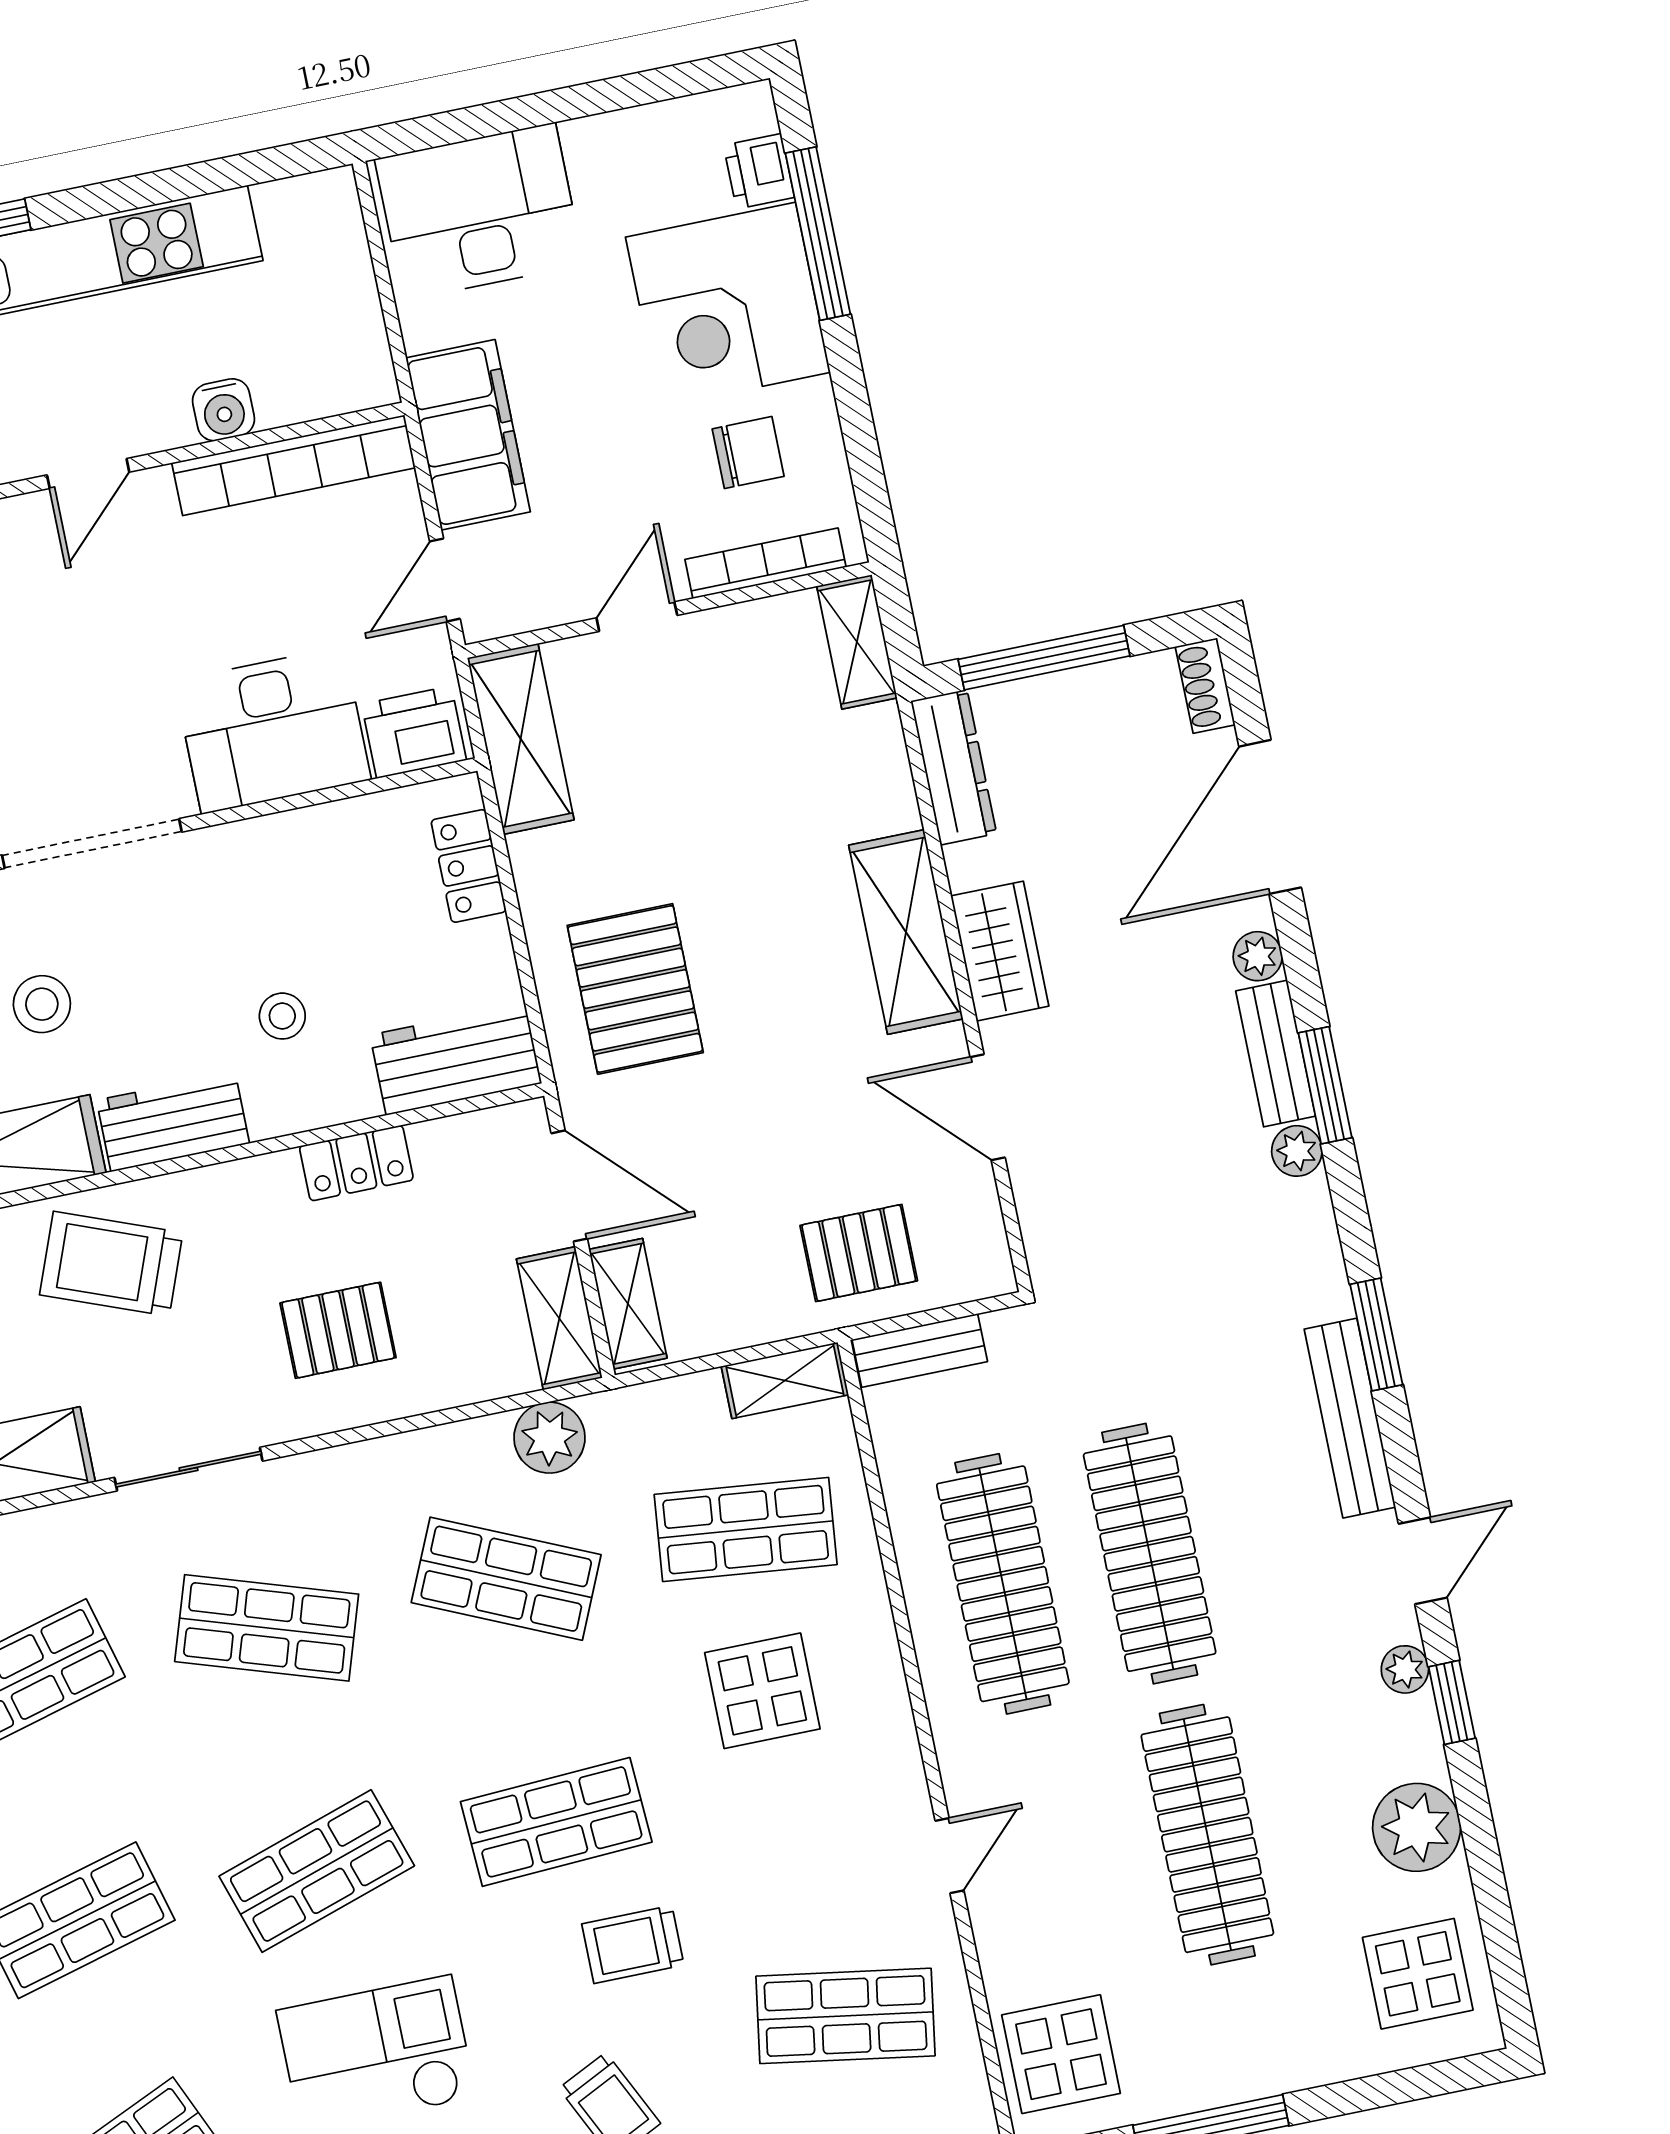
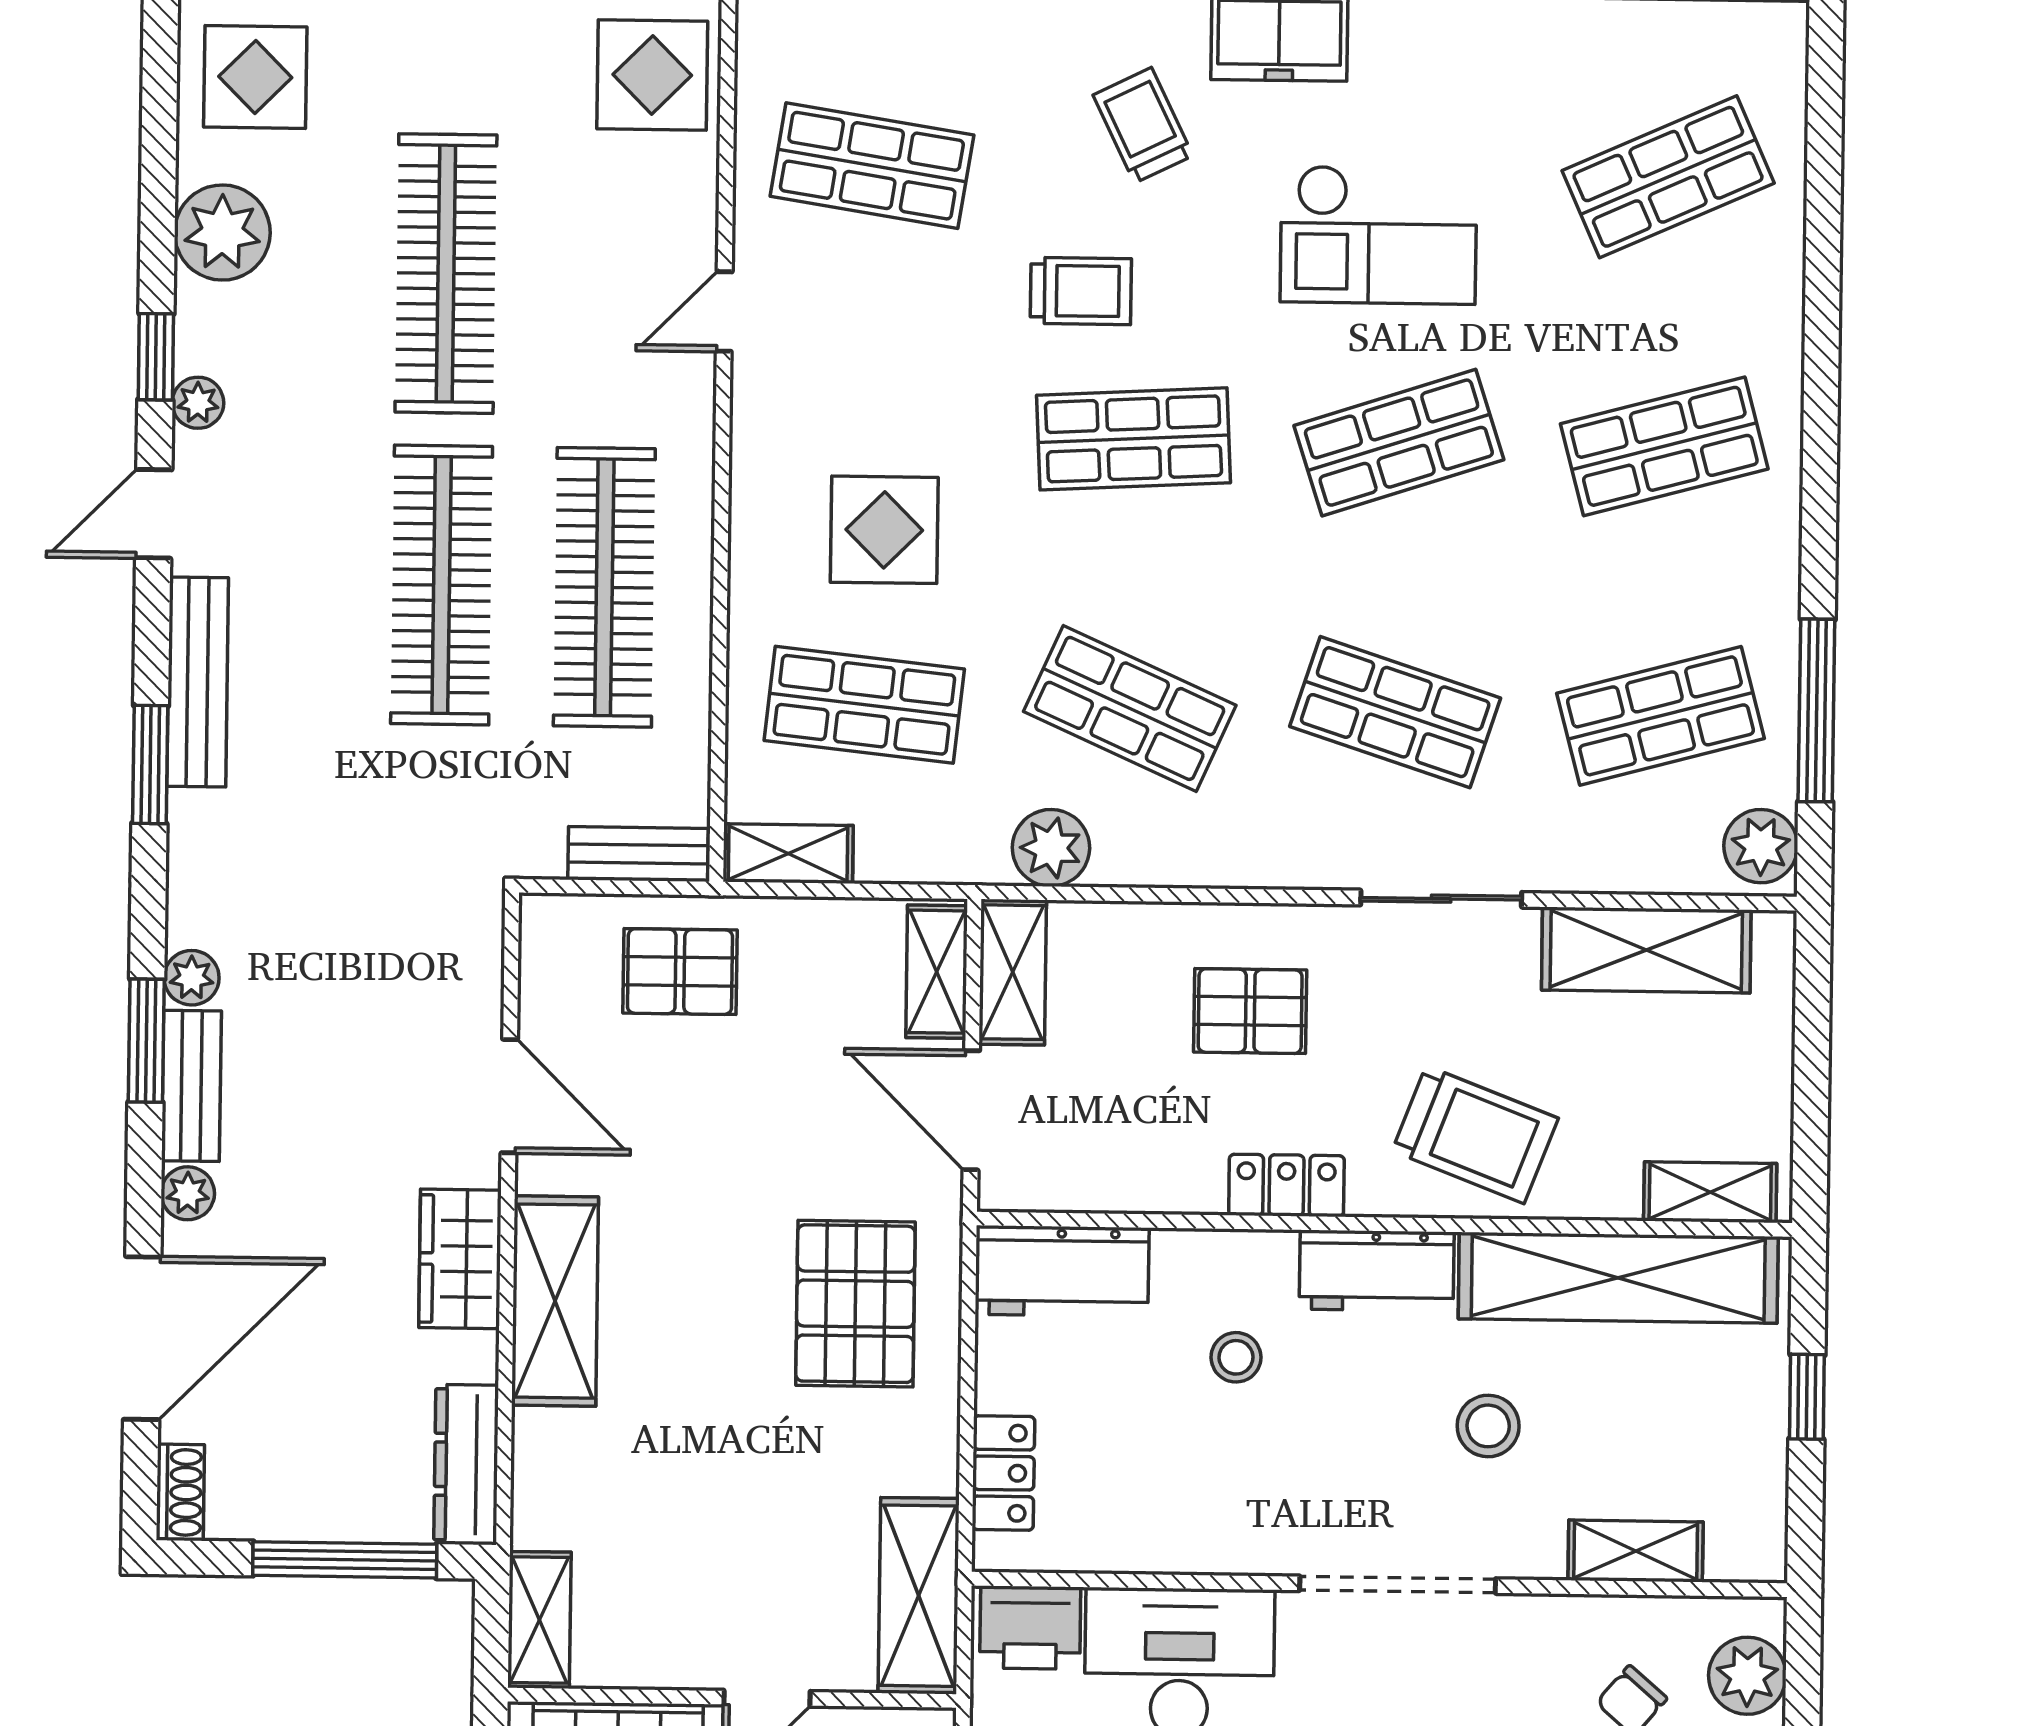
locker: (356, 1163) -> (1286, 1185), moved

